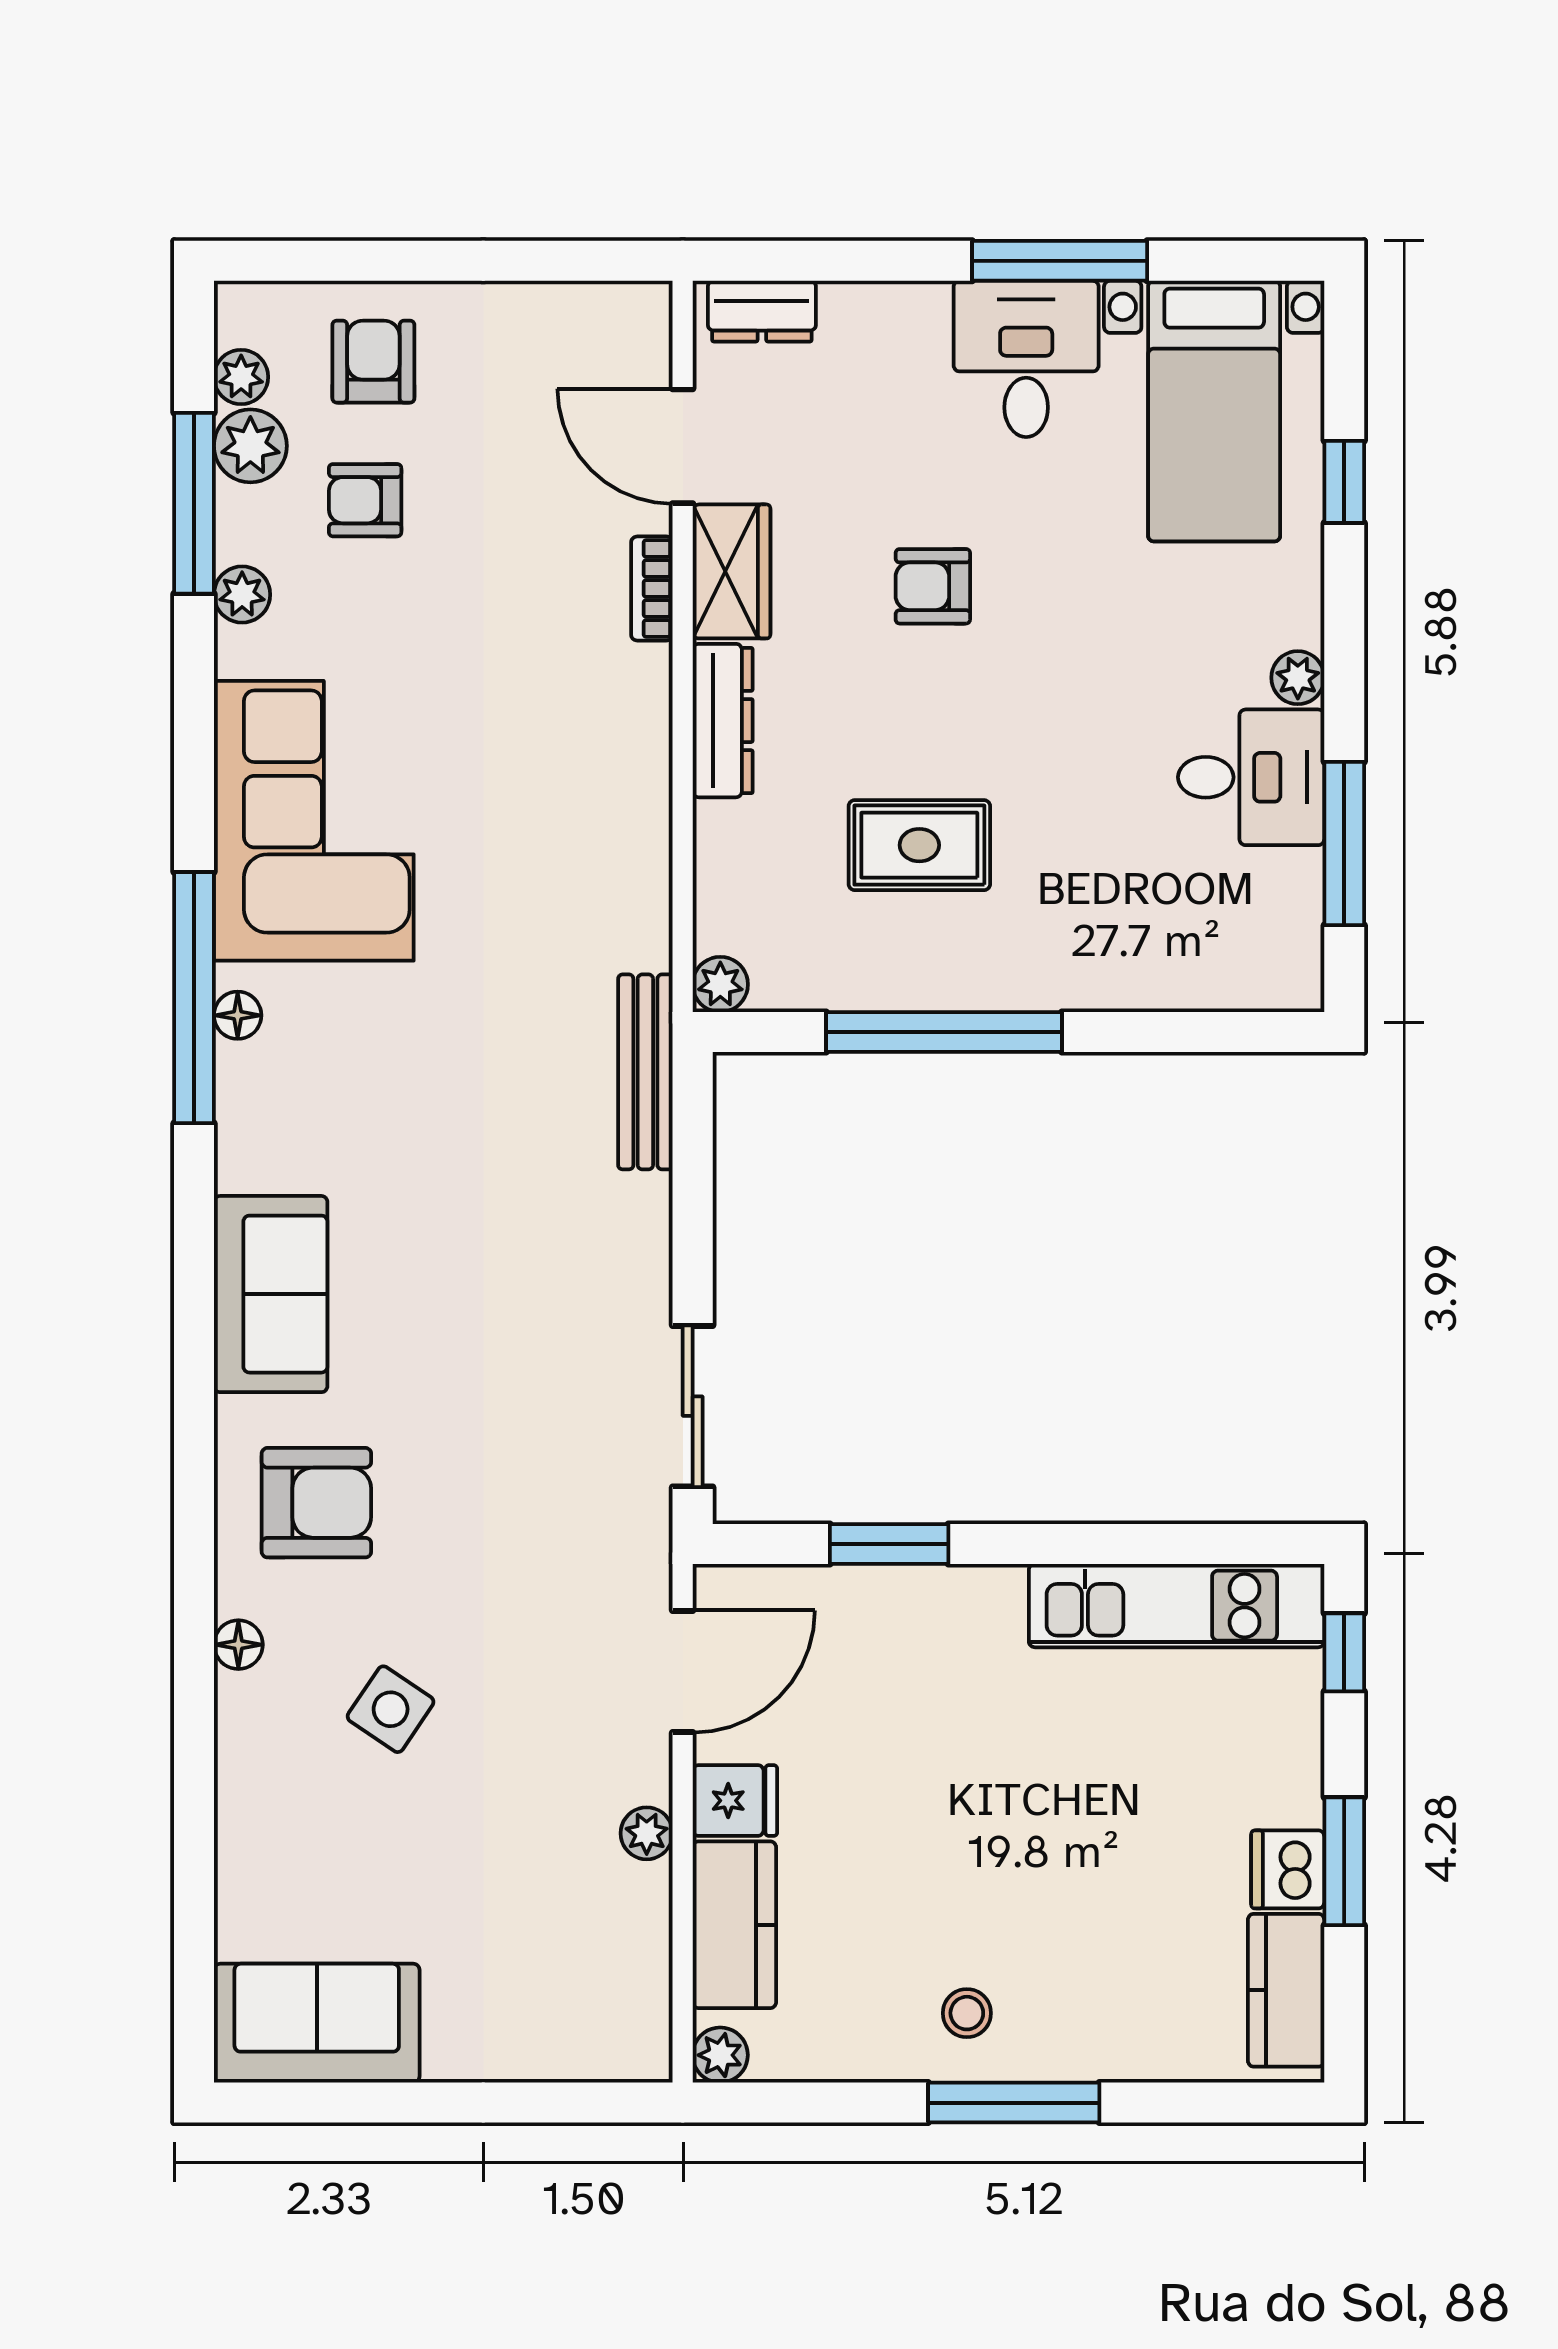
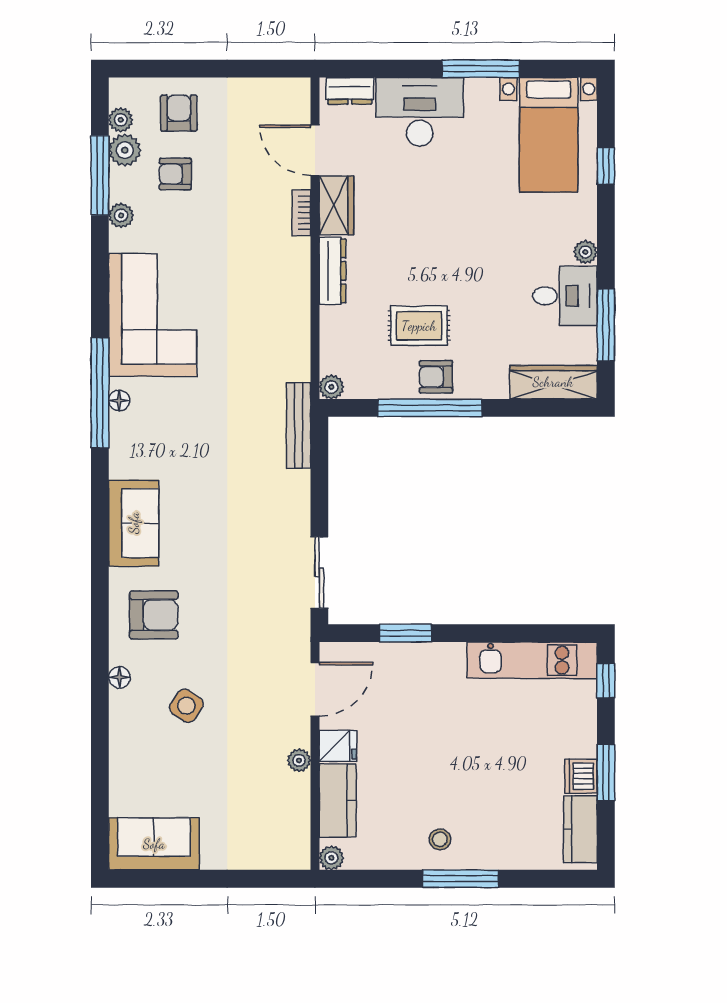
desk: (1026, 359) -> (420, 112), moved, width x1.37
armchair: (933, 586) -> (436, 377), moved
wardrobe: (1225, 974) -> (553, 382), added

